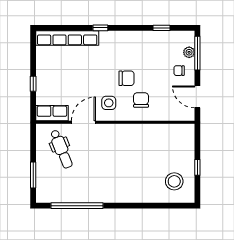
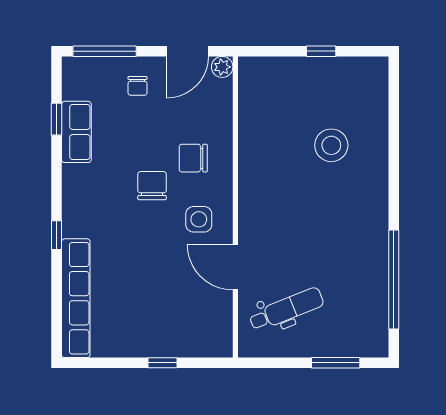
plant: (189, 52) -> (222, 67), moved
row of seats: (52, 113) -> (76, 132), moved, turned 180
stool: (174, 181) -> (331, 145), moved

